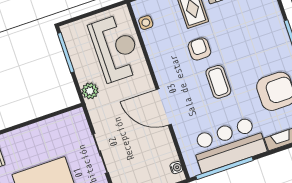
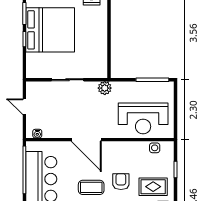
armchair: (199, 49) -> (121, 182), turned -90
plant: (90, 91) -> (105, 88), moved
door: (164, 107) -> (86, 140), swing flipped

